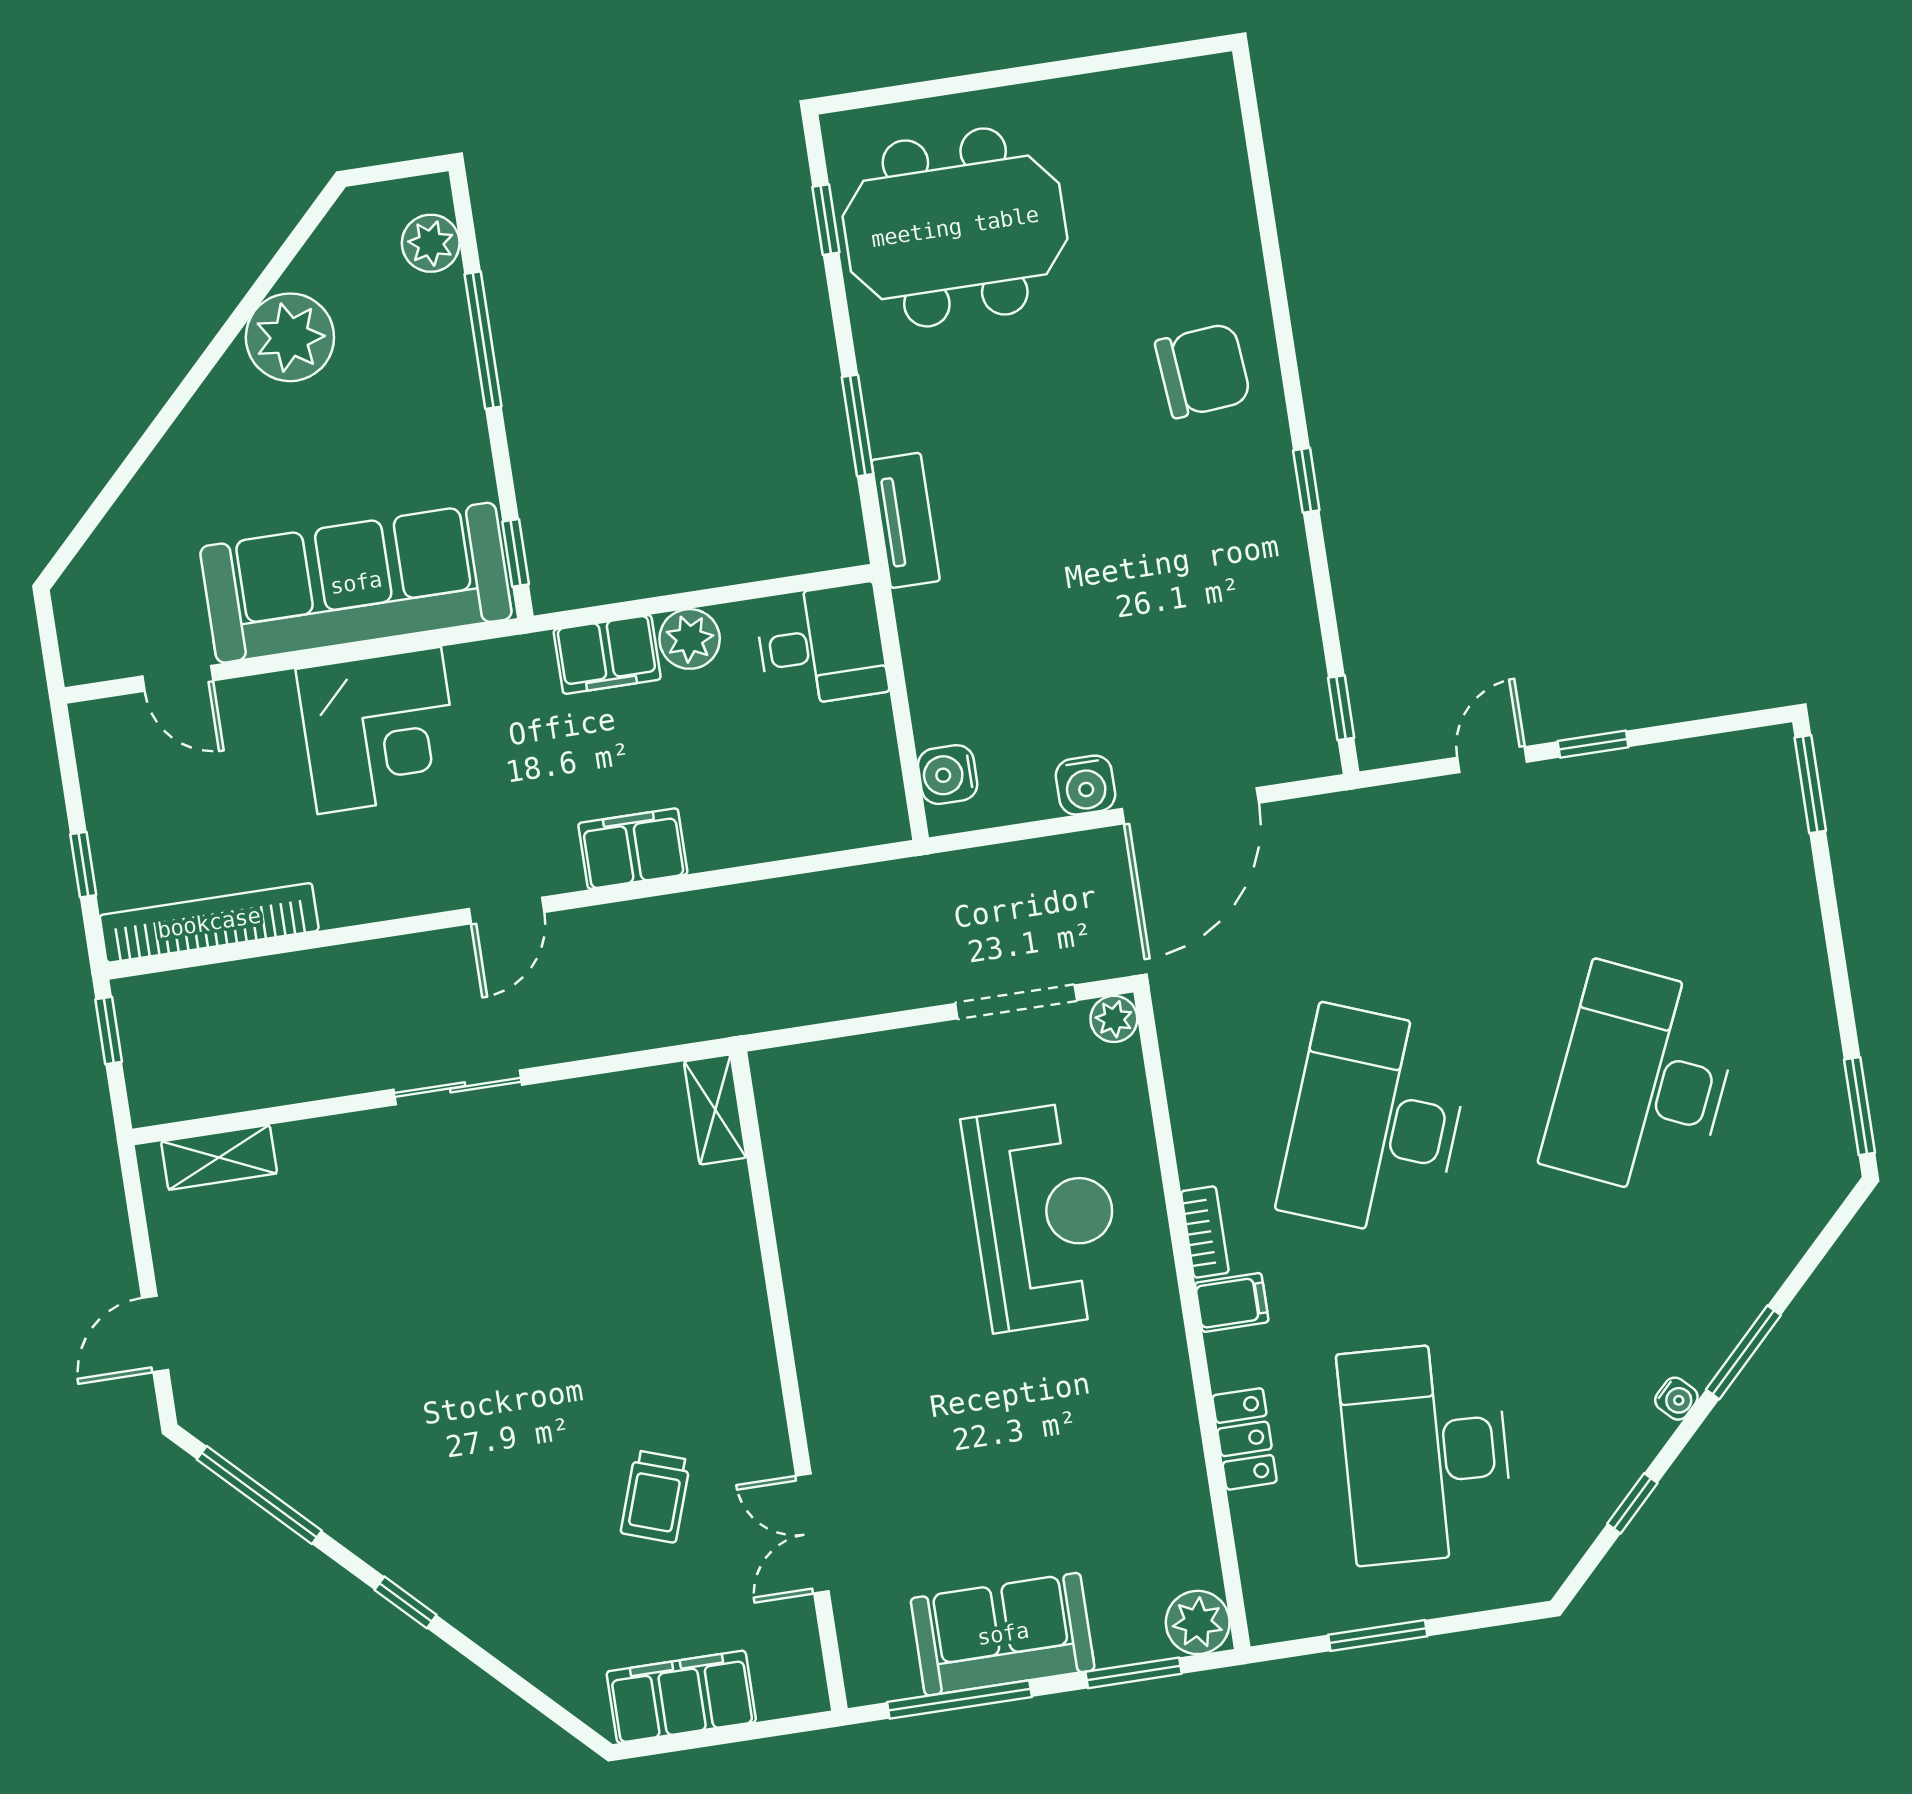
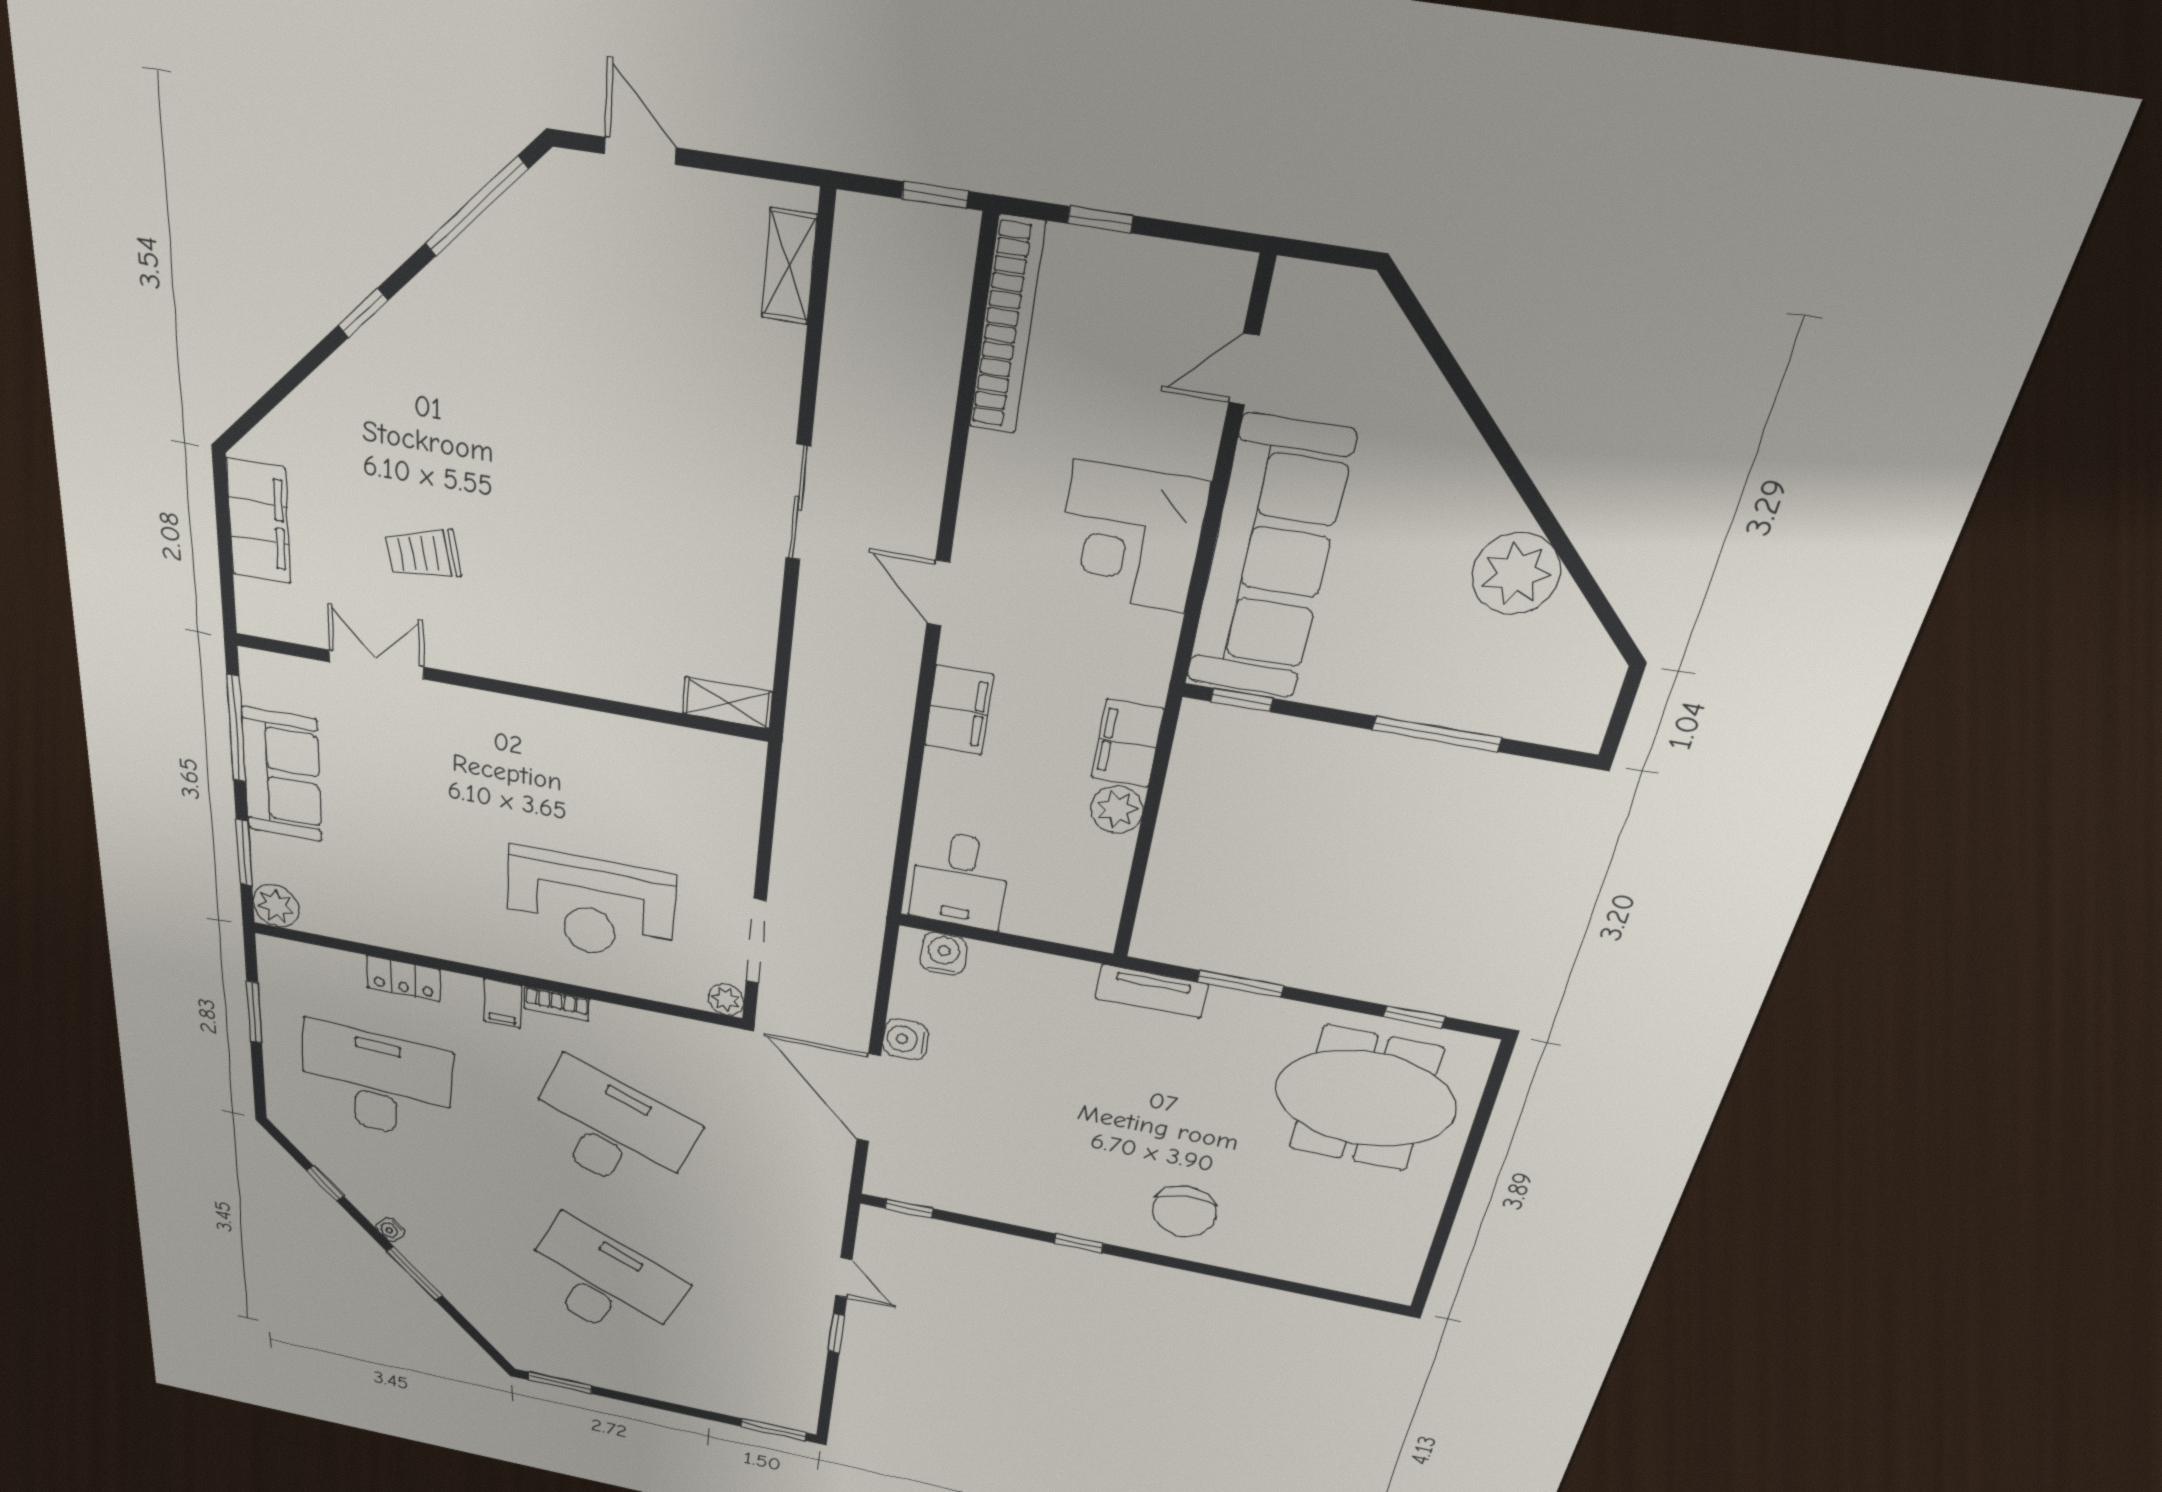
meeting table: (955, 227) -> (1365, 1099), turned 90
plant: (431, 243) -> (1542, 720), removed
desk: (821, 645) -> (960, 880), moved
trolley: (655, 1497) -> (423, 554), turned -30

